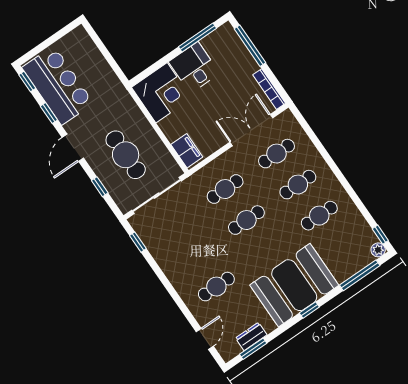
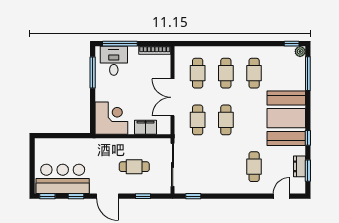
desk: (194, 68) -> (114, 61), moved, turned 90
double door: (251, 130) -> (173, 97), moved
filing cabinet: (187, 151) -> (145, 127), moved
cafe table: (126, 155) -> (134, 167), width x0.73, depth x0.74
window: (309, 310) -> (308, 138), moved
door: (205, 339) -> (281, 196), hinge flipped

